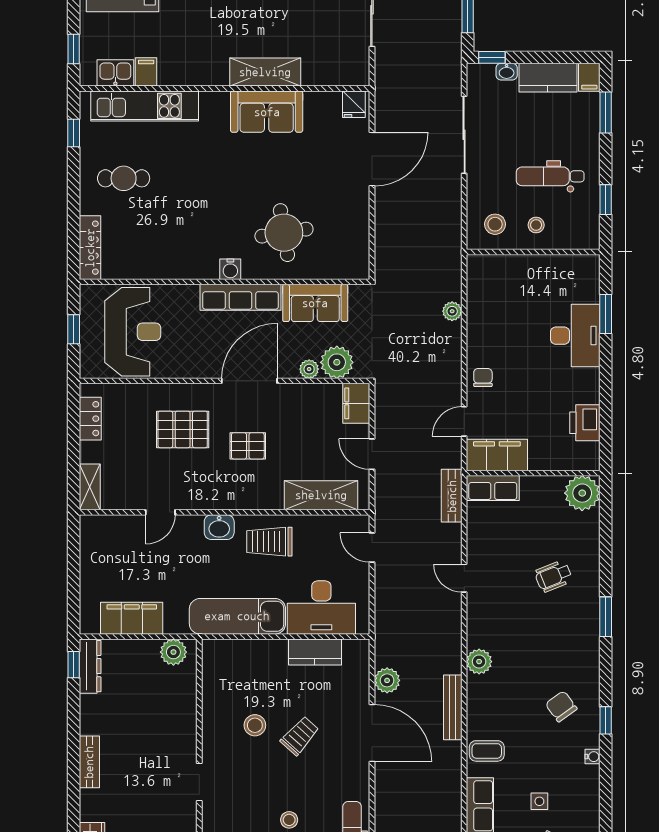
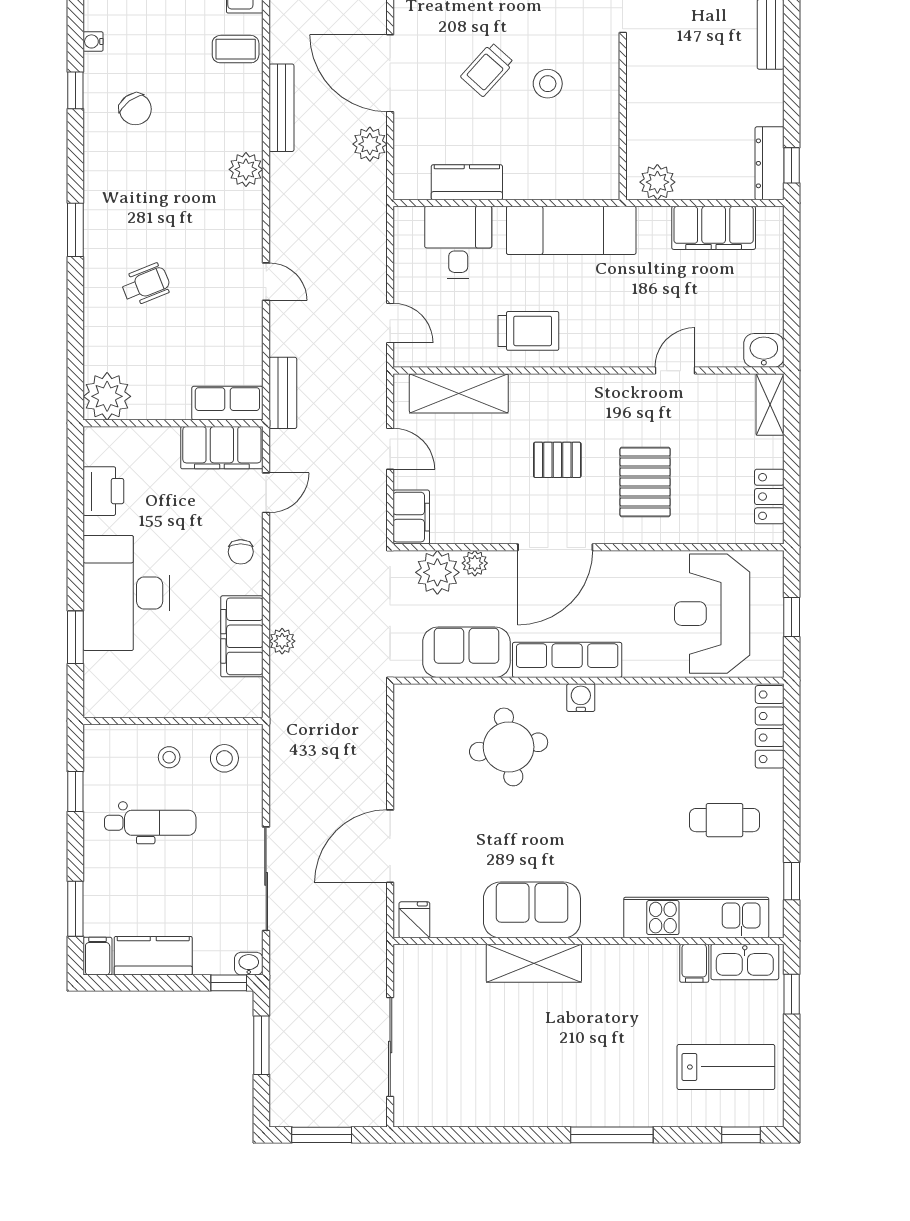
washbasin: (507, 72) -> (249, 964), moved
kitchen sink: (115, 73) -> (745, 962), width x1.38
filing cabinet: (482, 315) -> (242, 636), added
desk: (575, 336) -> (126, 593), width x1.36, depth x1.30
pallet: (183, 429) -> (645, 482), turned 90
washbasin: (219, 527) -> (764, 350), moved
desk: (321, 607) -> (458, 242), width x0.73

